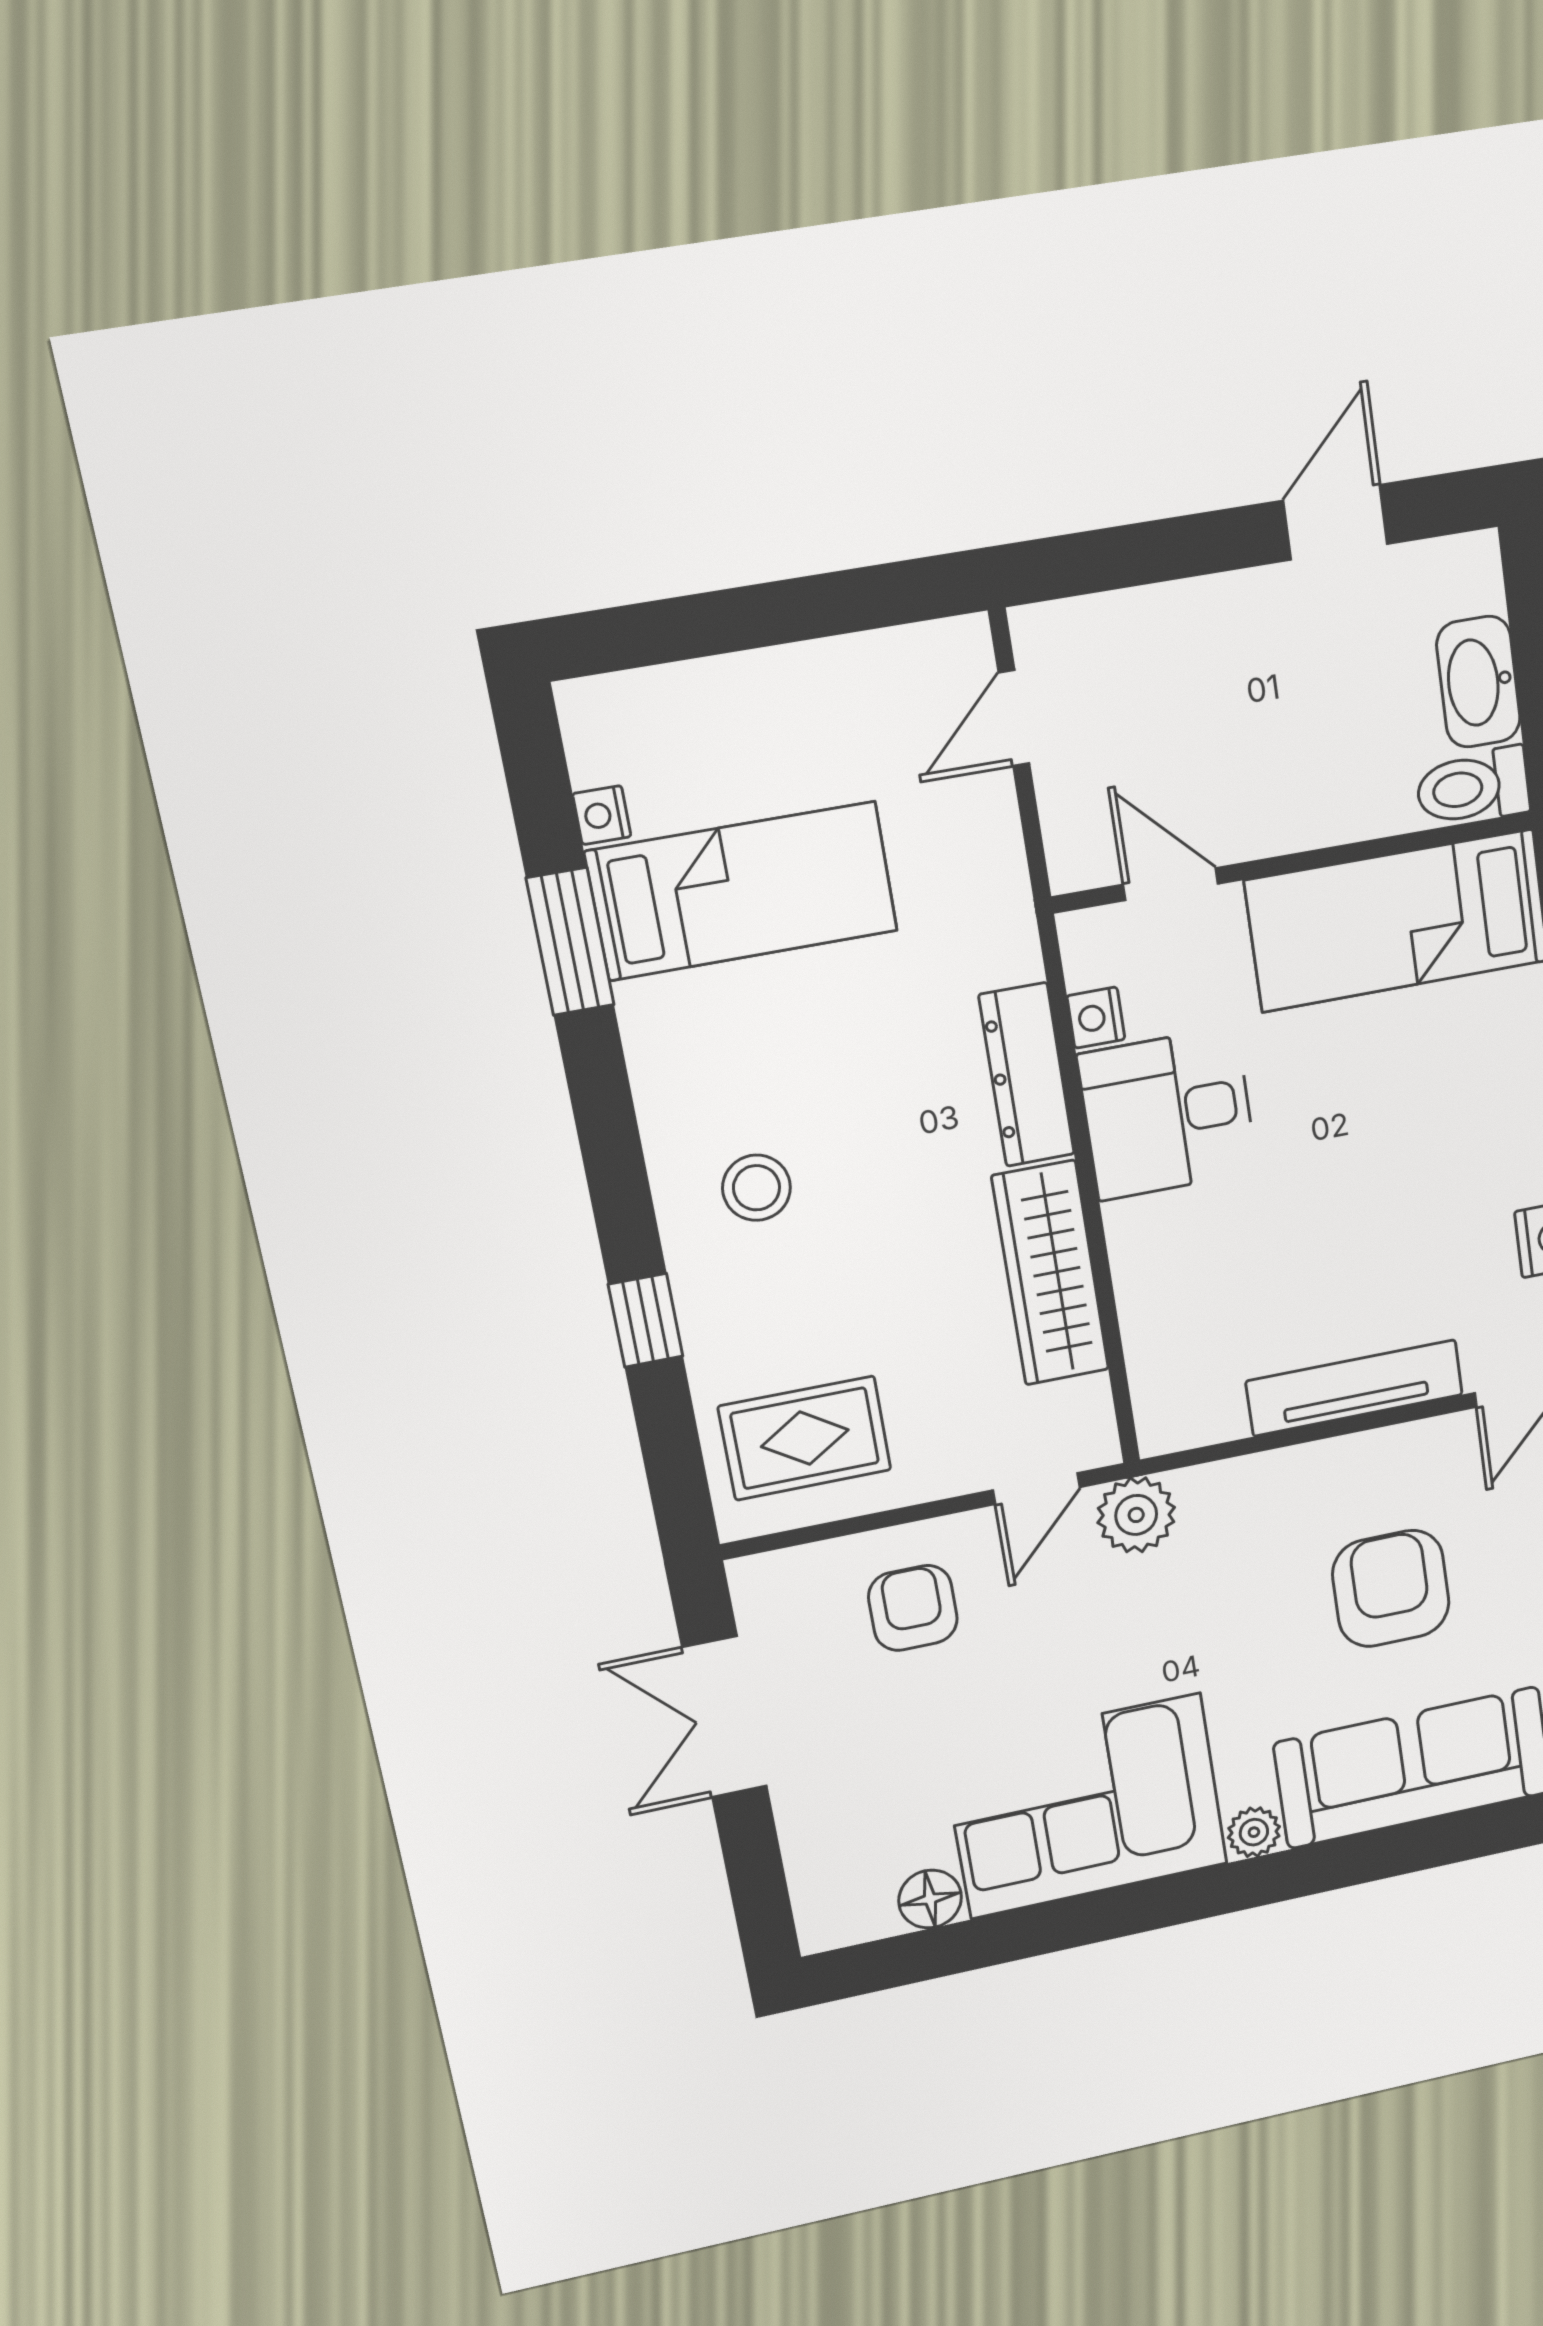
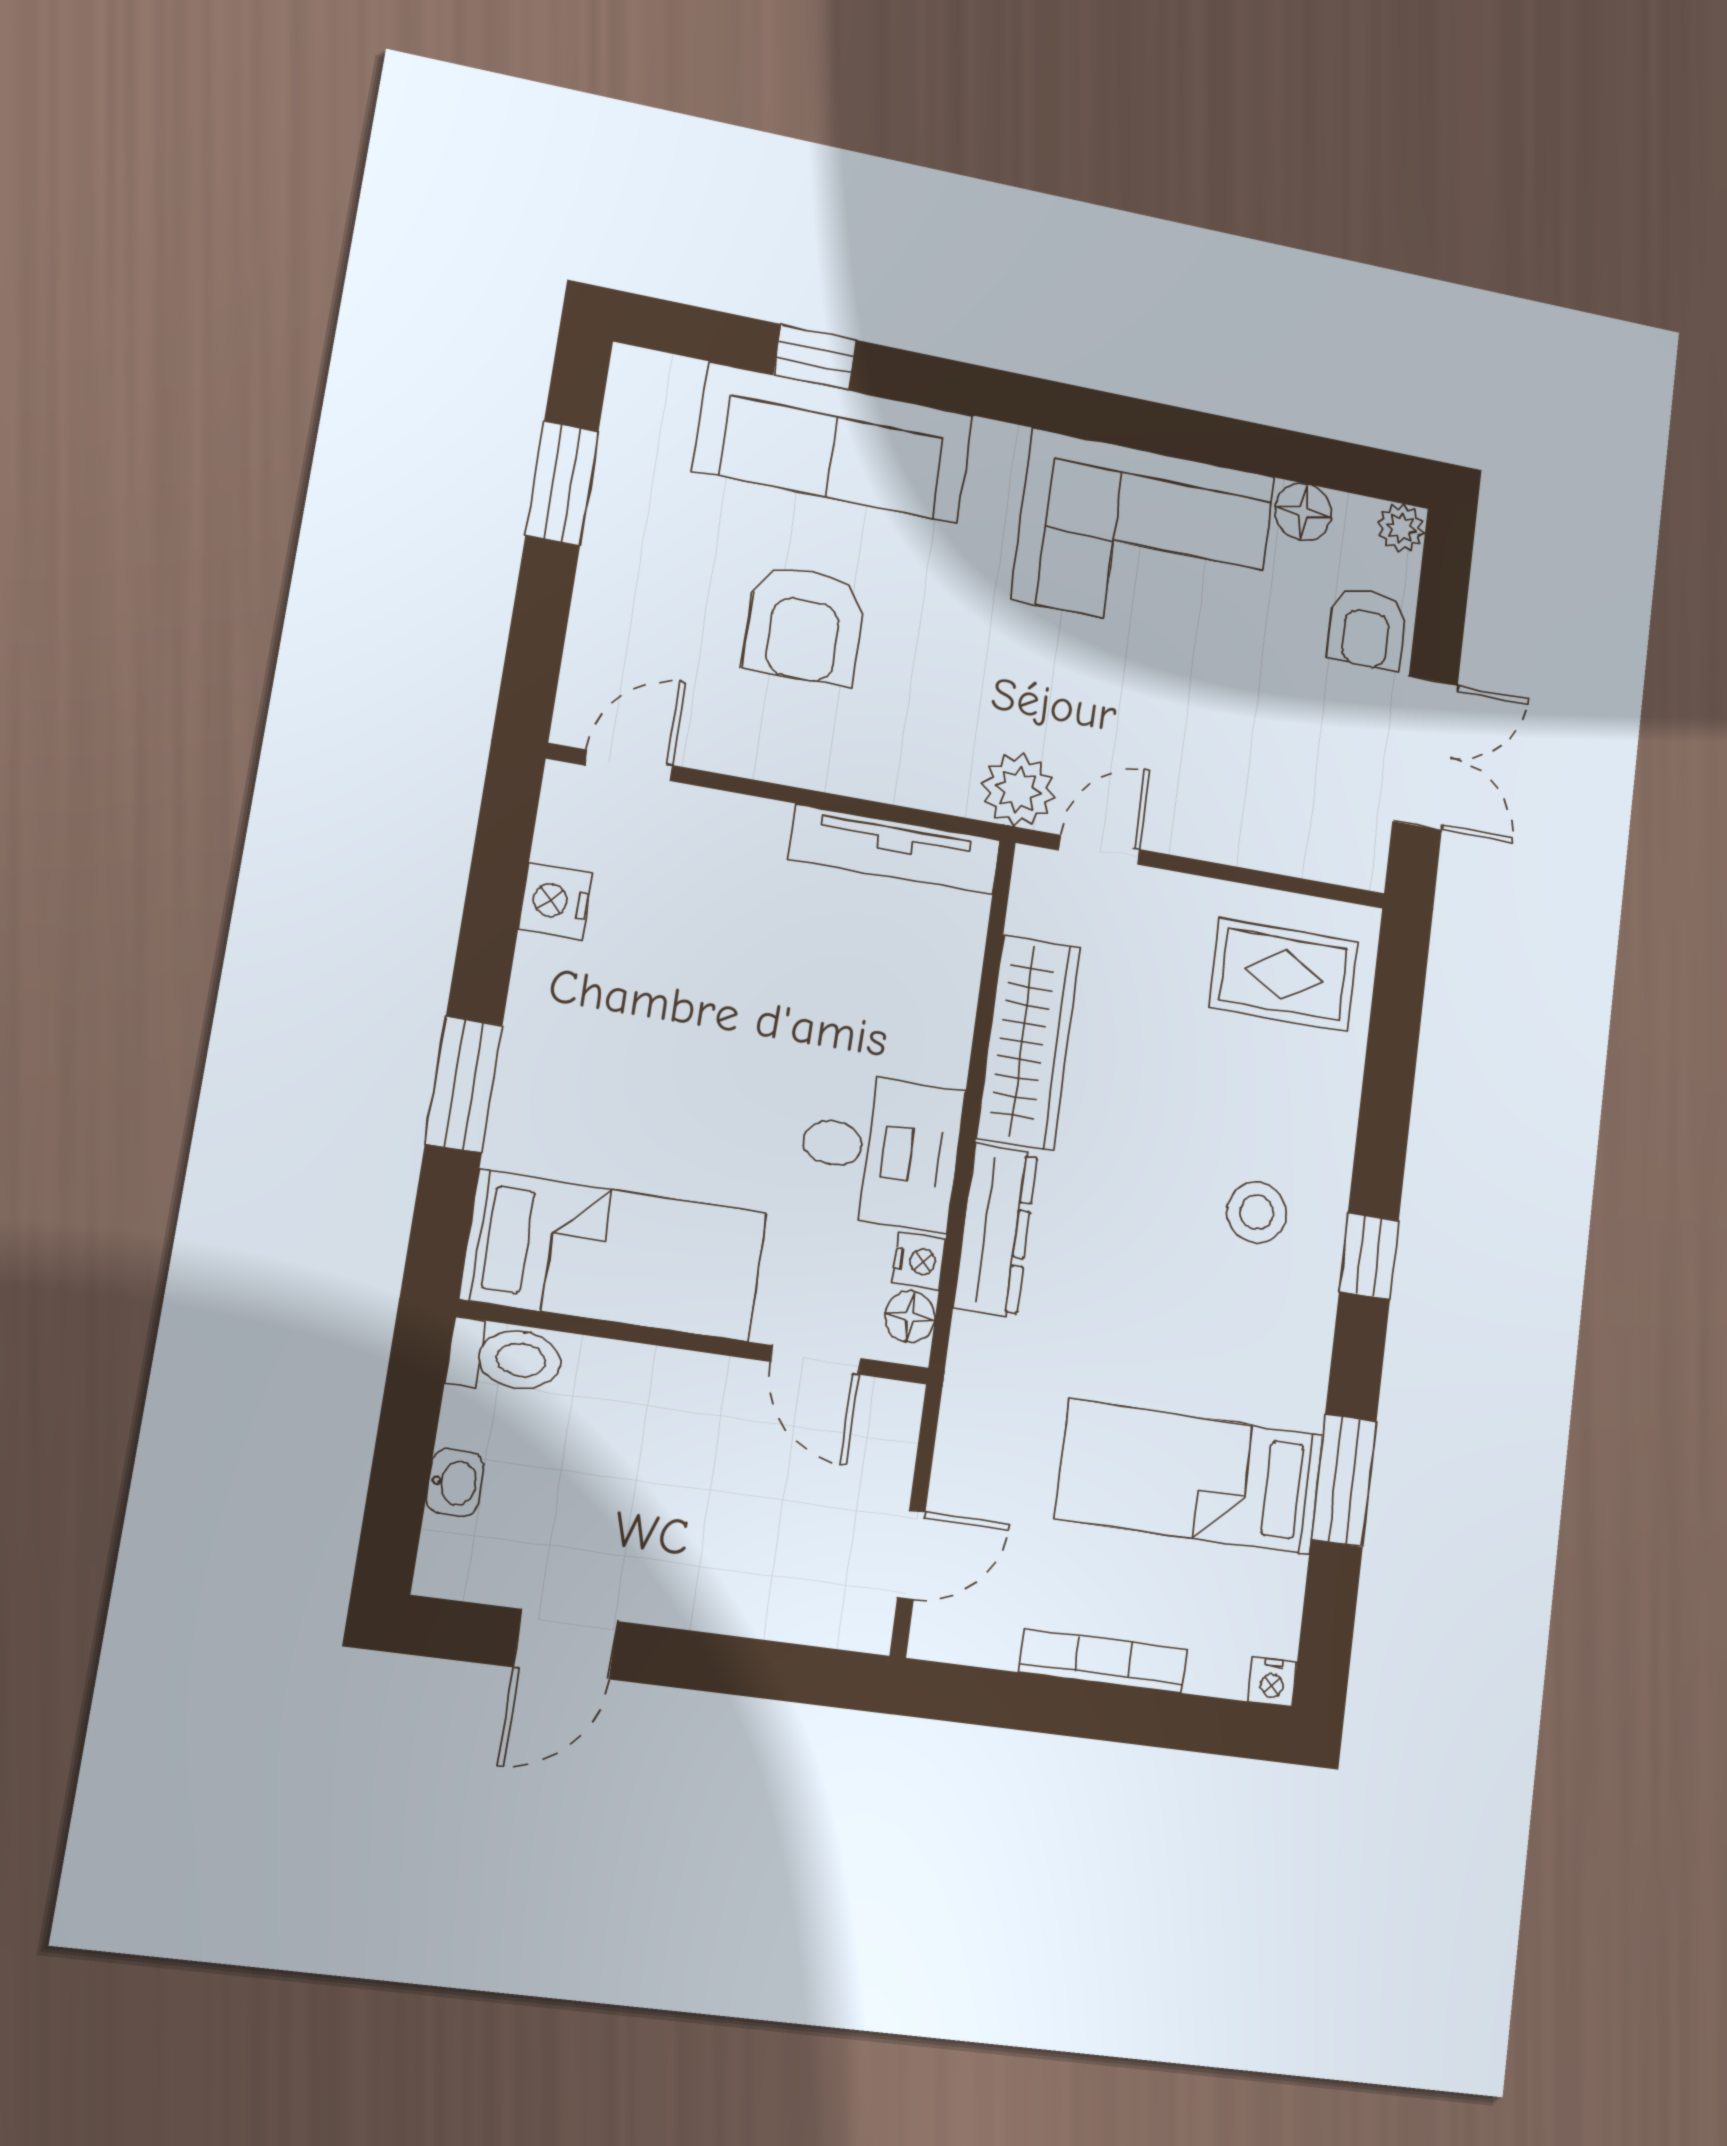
bookcase: (776, 669) -> (1103, 1661), added
washbasin: (1478, 682) -> (455, 1483), width x0.52, depth x0.69
nightstand: (602, 815) -> (1272, 1682), moved, turned 90
floor lamp: (1088, 959) -> (910, 1317), added
window: (646, 1320) -> (1369, 1256), moved
tv unit: (1354, 1388) -> (894, 849), moved
armchair: (913, 1608) -> (1367, 628), moved
plant: (1254, 1832) -> (1401, 528), moved
window: (1454, 1838) -> (815, 357), added

